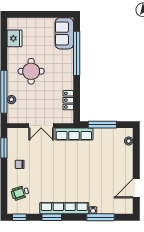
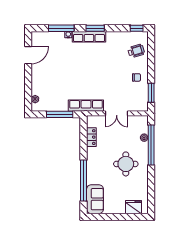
fridge: (14, 38) -> (134, 207), moved, turned 90
double door: (41, 126) -> (117, 113), swing flipped
row of seats: (64, 208) -> (89, 37), width x0.73
window: (52, 217) -> (95, 28), moved

